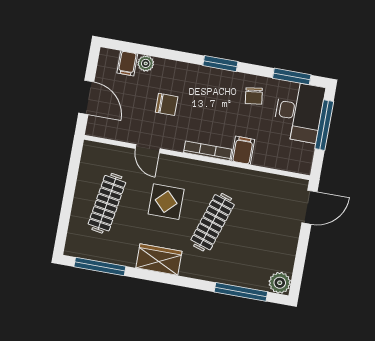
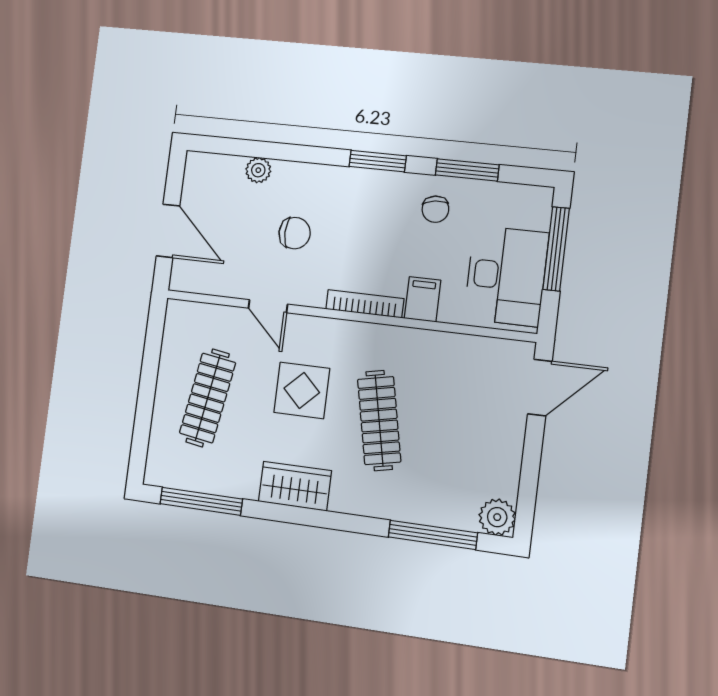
filing cabinet: (127, 63) -> (229, 172), removed
window: (292, 76) -> (467, 170), moved
desk: (299, 112) -> (506, 276), moved
clothes rail: (213, 222) -> (379, 421), turned -30

